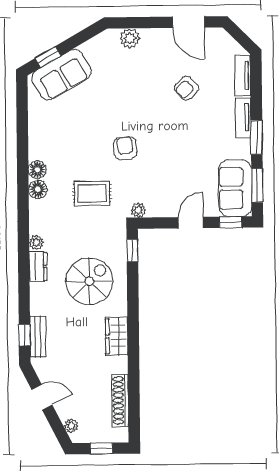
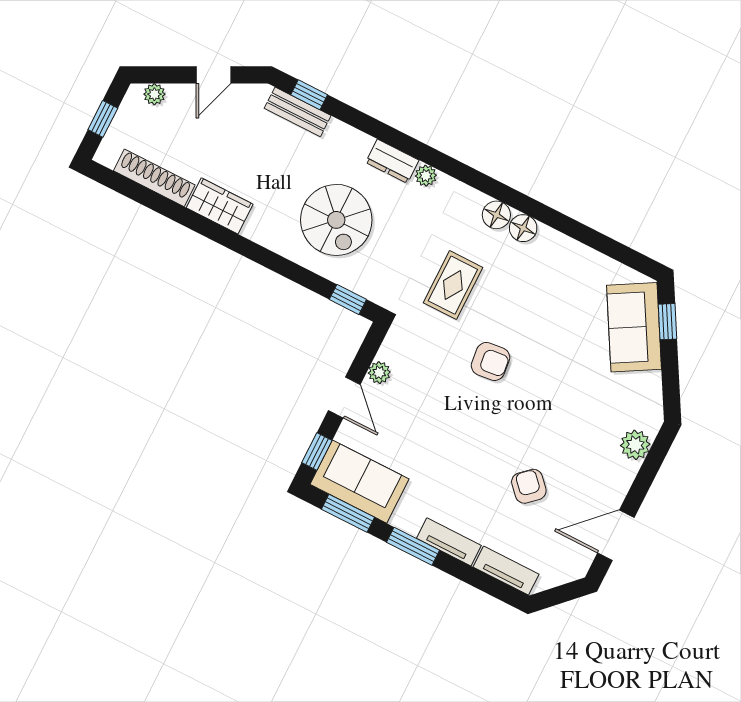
plant: (138, 210) -> (379, 373), moved
wardrobe: (116, 336) -> (220, 206), moved

